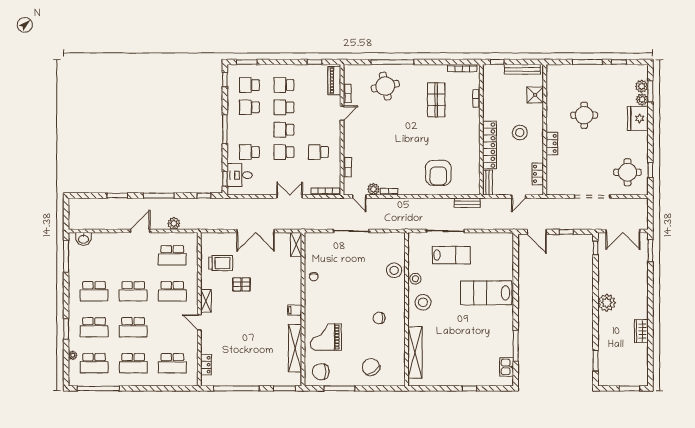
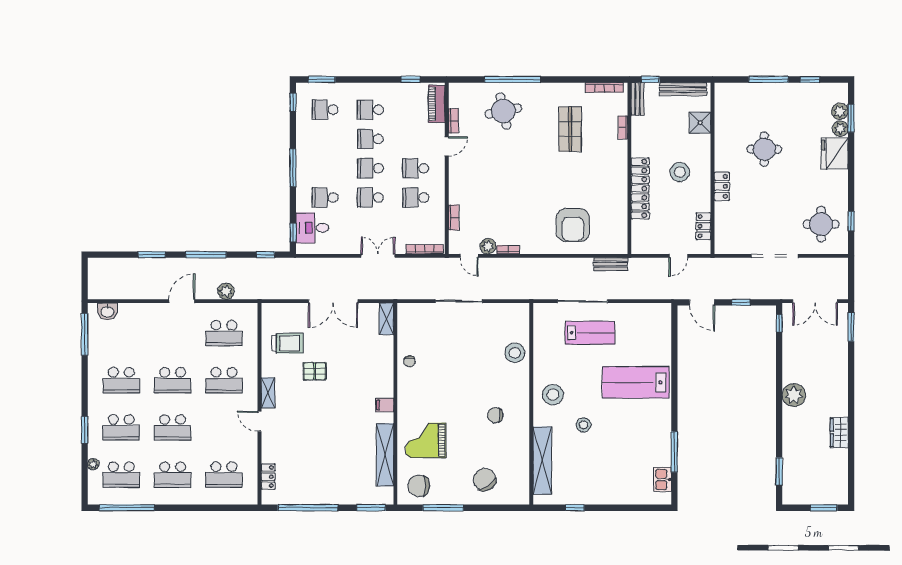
school desk: (249, 107) -> (416, 168), moved
bench: (488, 183) -> (637, 99), moved
stool: (415, 279) -> (584, 425), moved
window: (470, 388) -> (575, 508), moved

